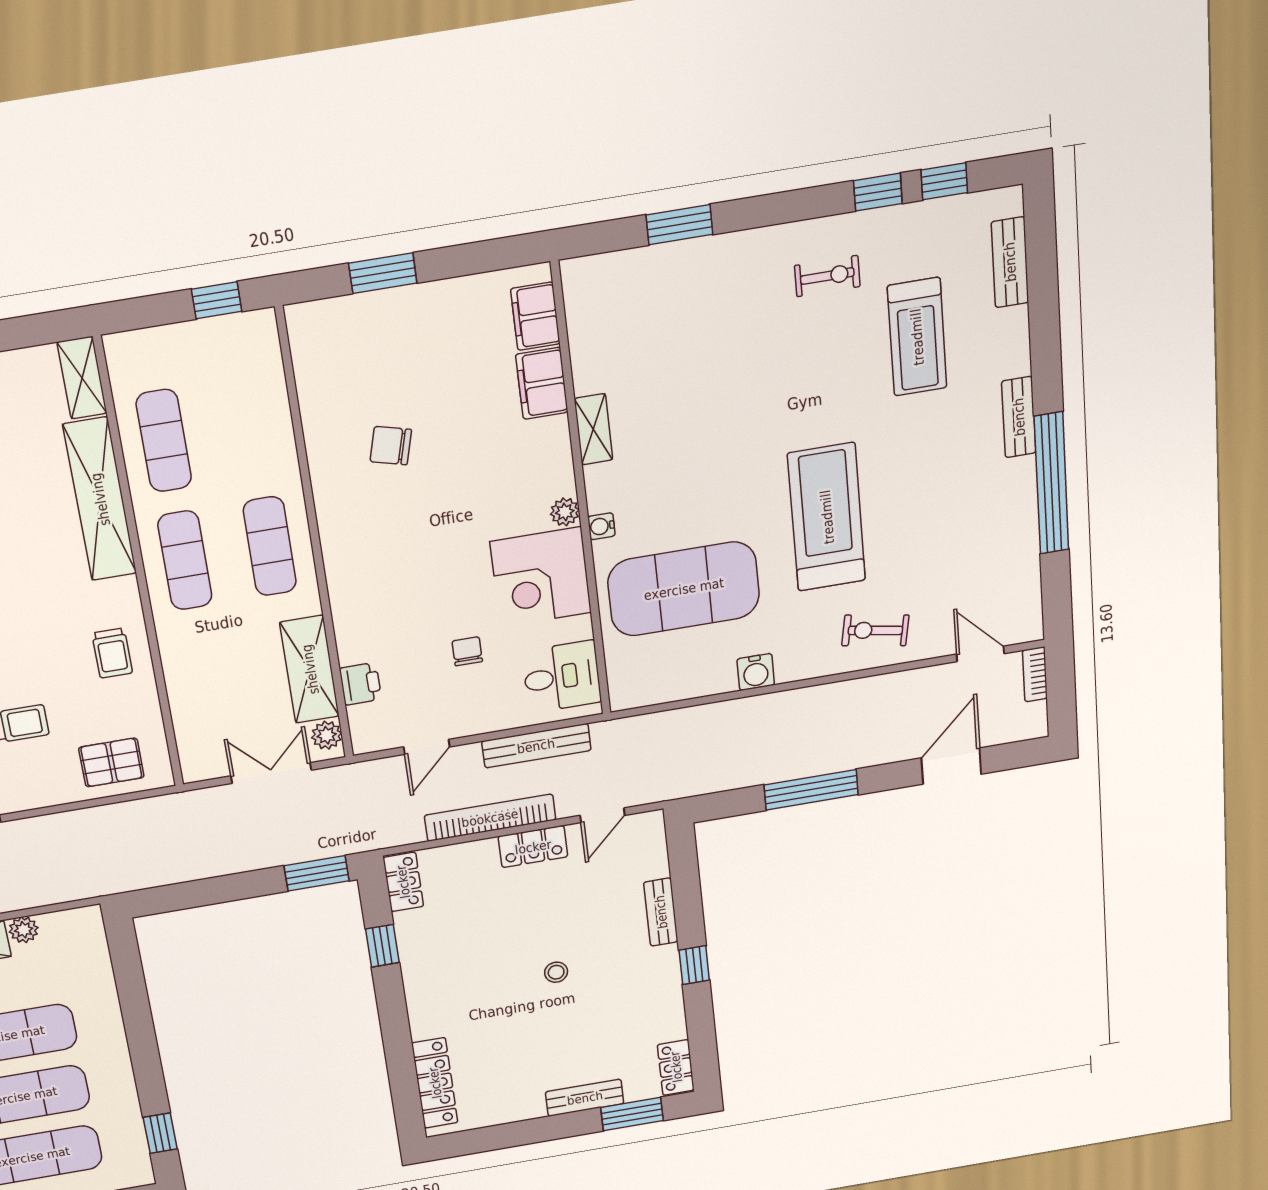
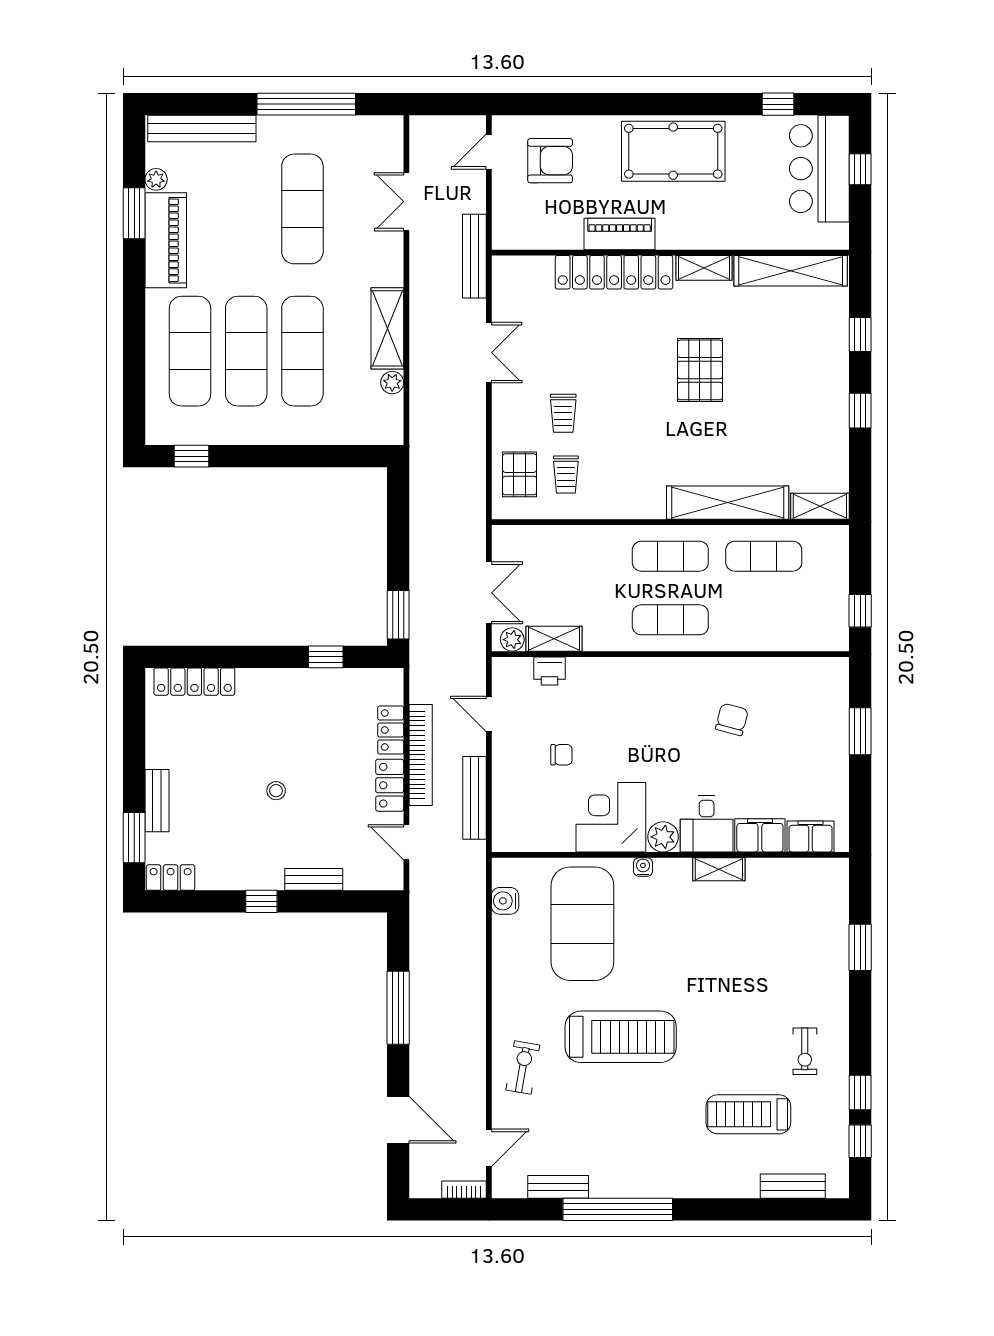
bench: (1019, 417) -> (558, 1187), moved
plant: (565, 512) -> (663, 837), width x1.38, depth x1.38
trolley: (112, 653) -> (566, 474), moved, turned -90
shelving: (310, 669) -> (554, 639), width x0.67, depth x0.75
water cooler: (756, 672) -> (505, 901), moved
desk: (562, 677) -> (707, 824), moved
locker: (403, 882) -> (391, 730), moved, turned 90

